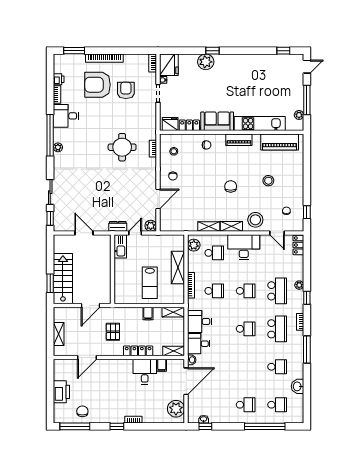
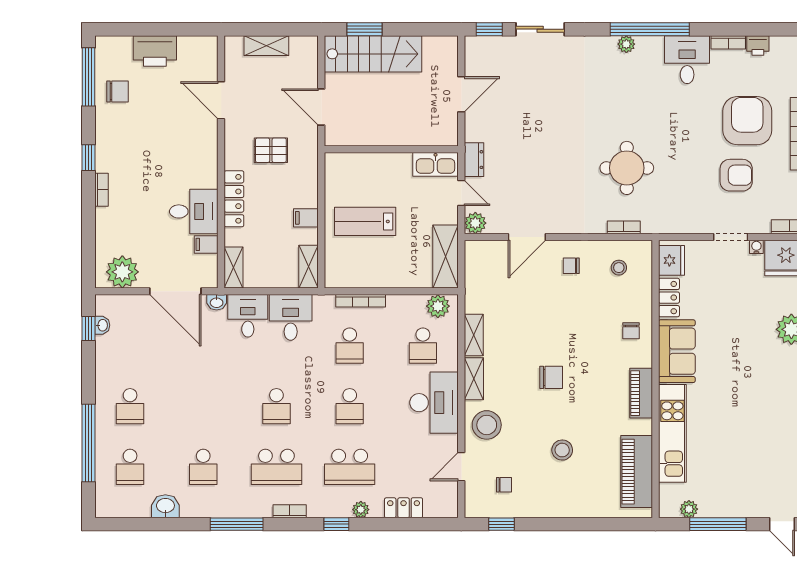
door: (158, 199) -> (527, 237), hinge flipped
locker: (298, 245) -> (404, 508), moved
shelving: (178, 268) -> (445, 257), moved, turned 90

